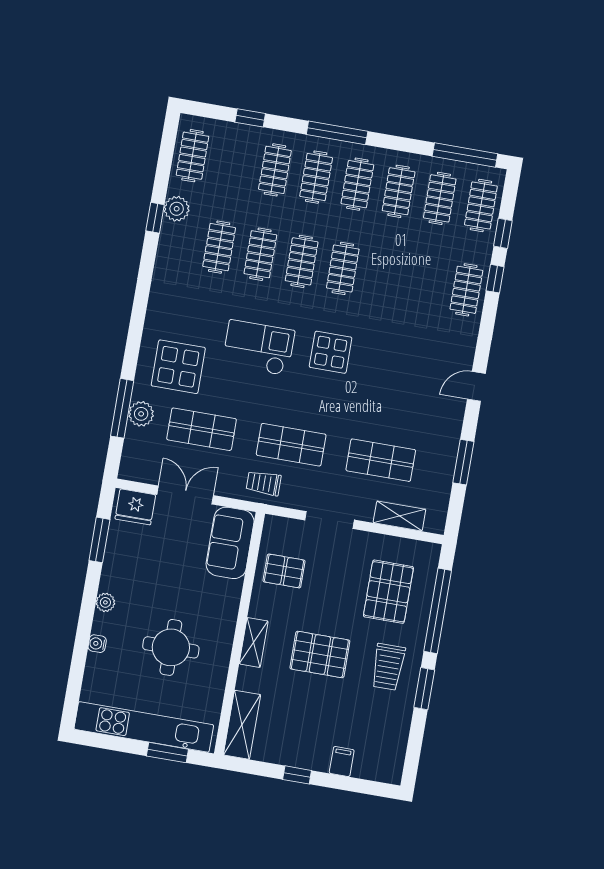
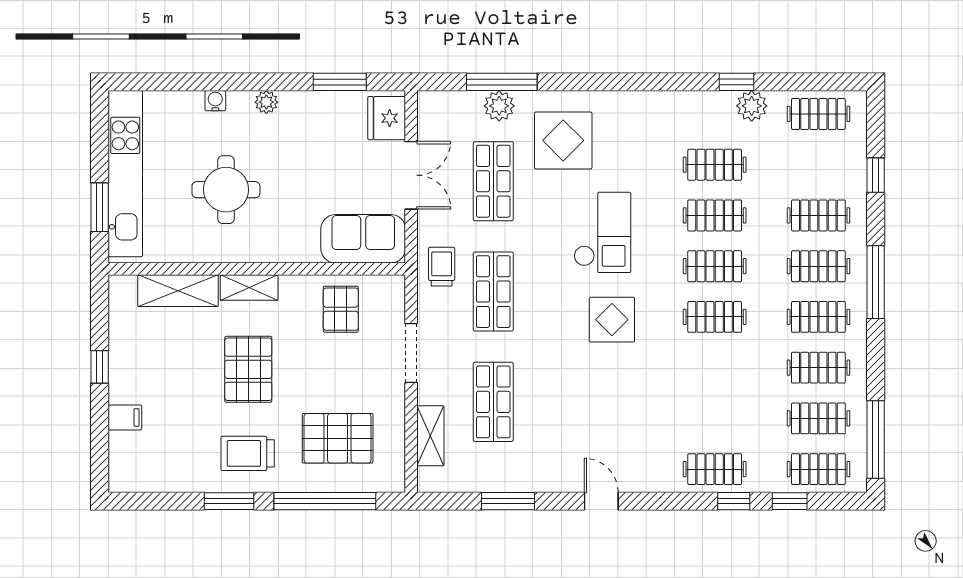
shelving: (242, 725) -> (178, 291), moved

